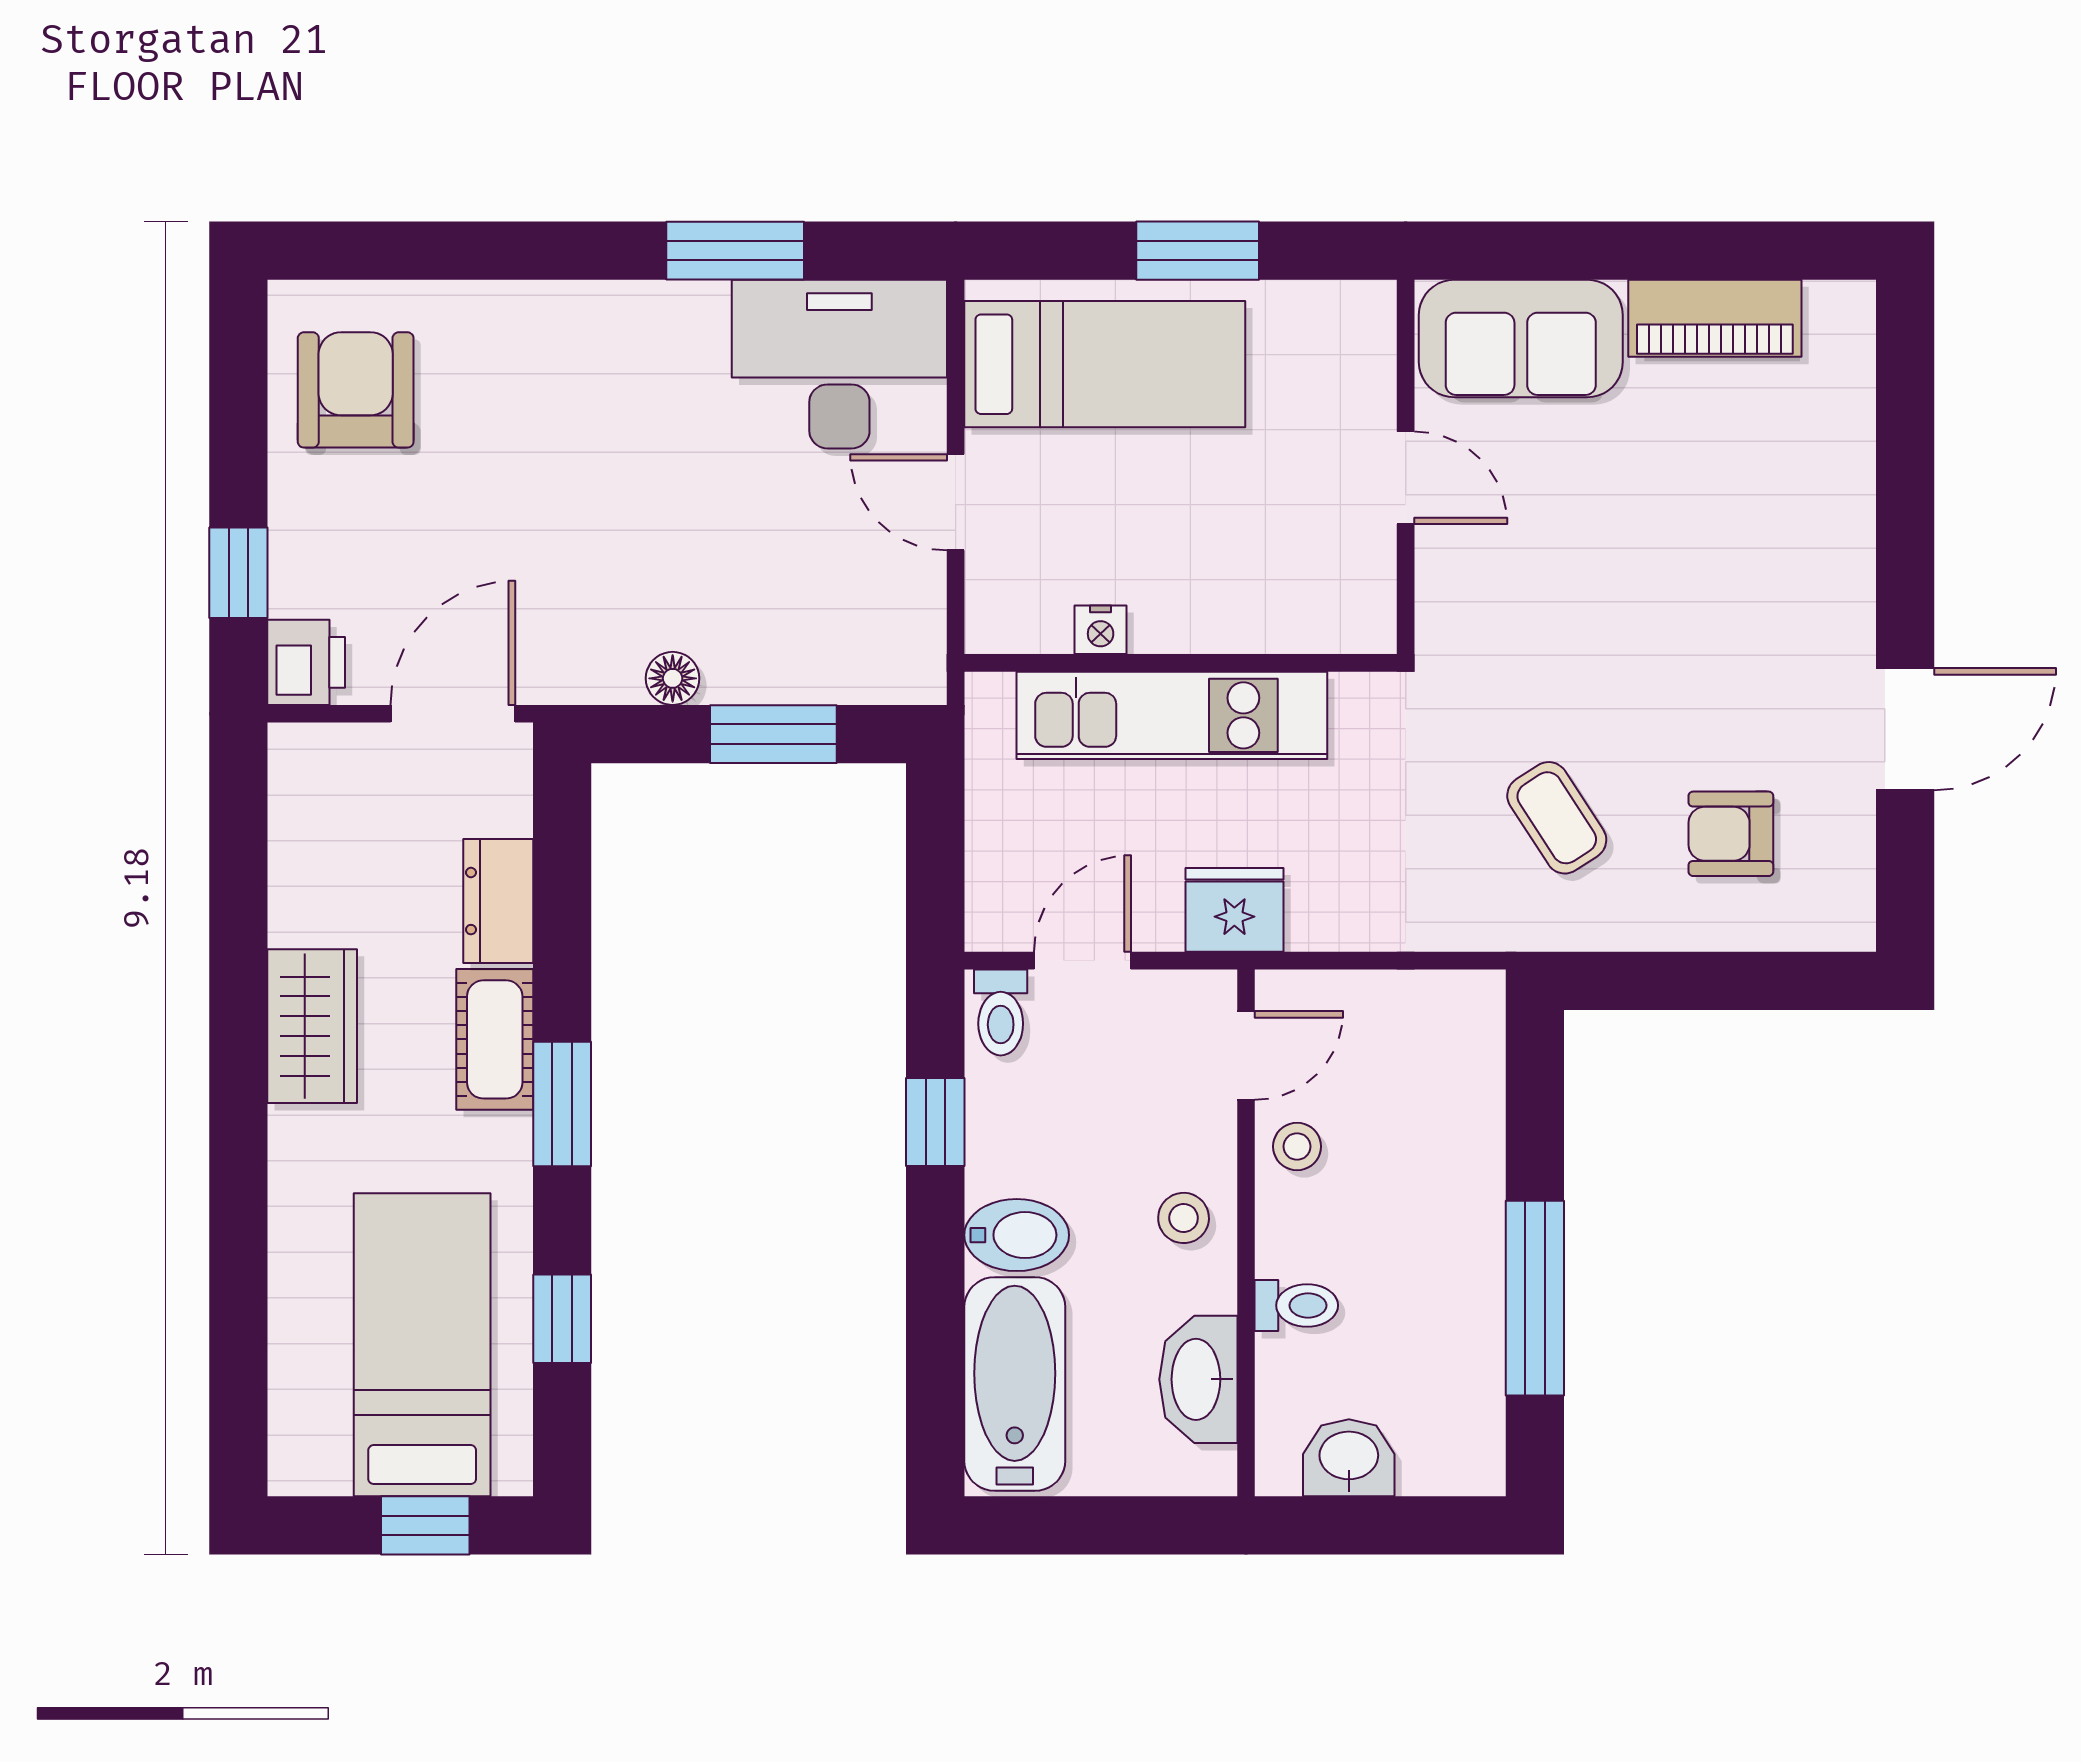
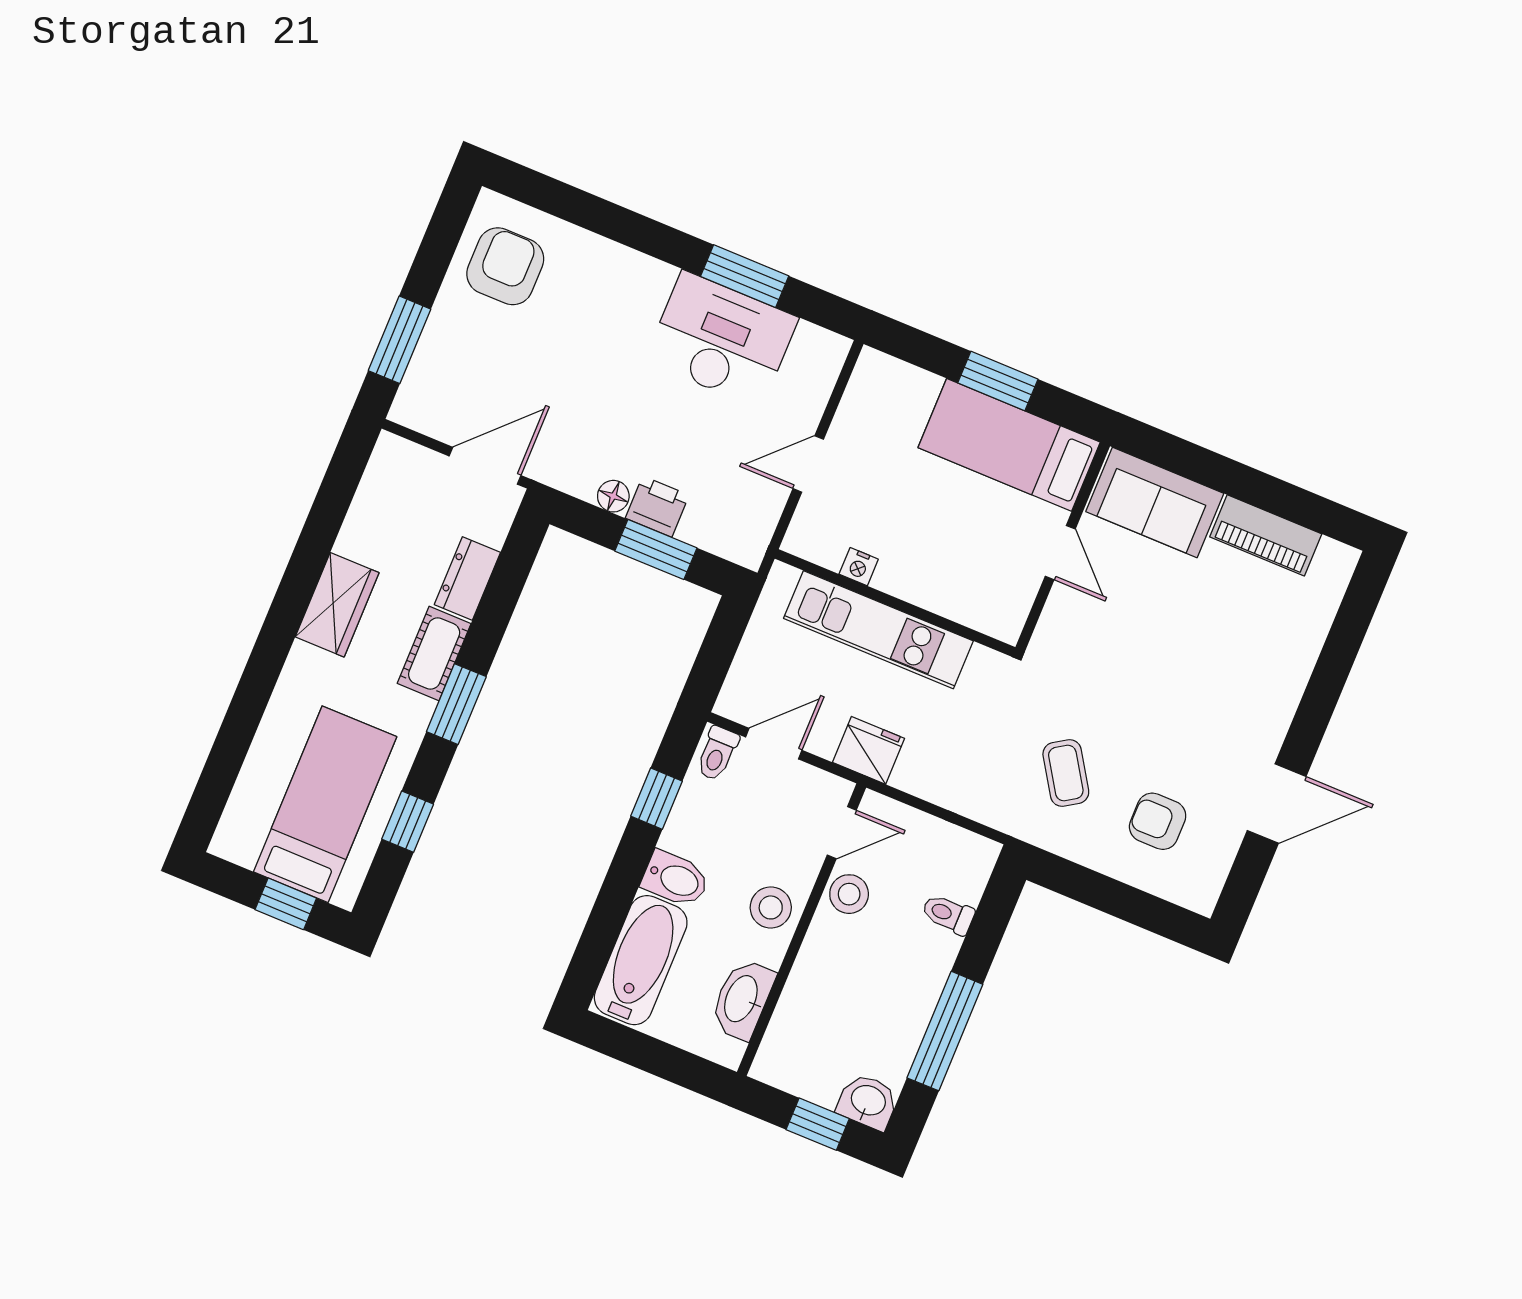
desk: (839, 364) -> (722, 339), moved
bed: (1105, 364) -> (1009, 445), moved, turned 180
door: (956, 502) -> (808, 464), hinge flipped
window: (238, 573) -> (400, 340), width x1.50
printer: (306, 662) -> (657, 507), moved, turned -90
stool: (1297, 1146) -> (849, 894), width x1.37, depth x1.37
stool: (1184, 1218) -> (771, 907), width x1.37, depth x1.37
toilet: (1296, 1305) -> (948, 914), moved, turned 180
washbasin: (1349, 1458) -> (868, 1102), moved
window: (1397, 1525) -> (818, 1124), added

